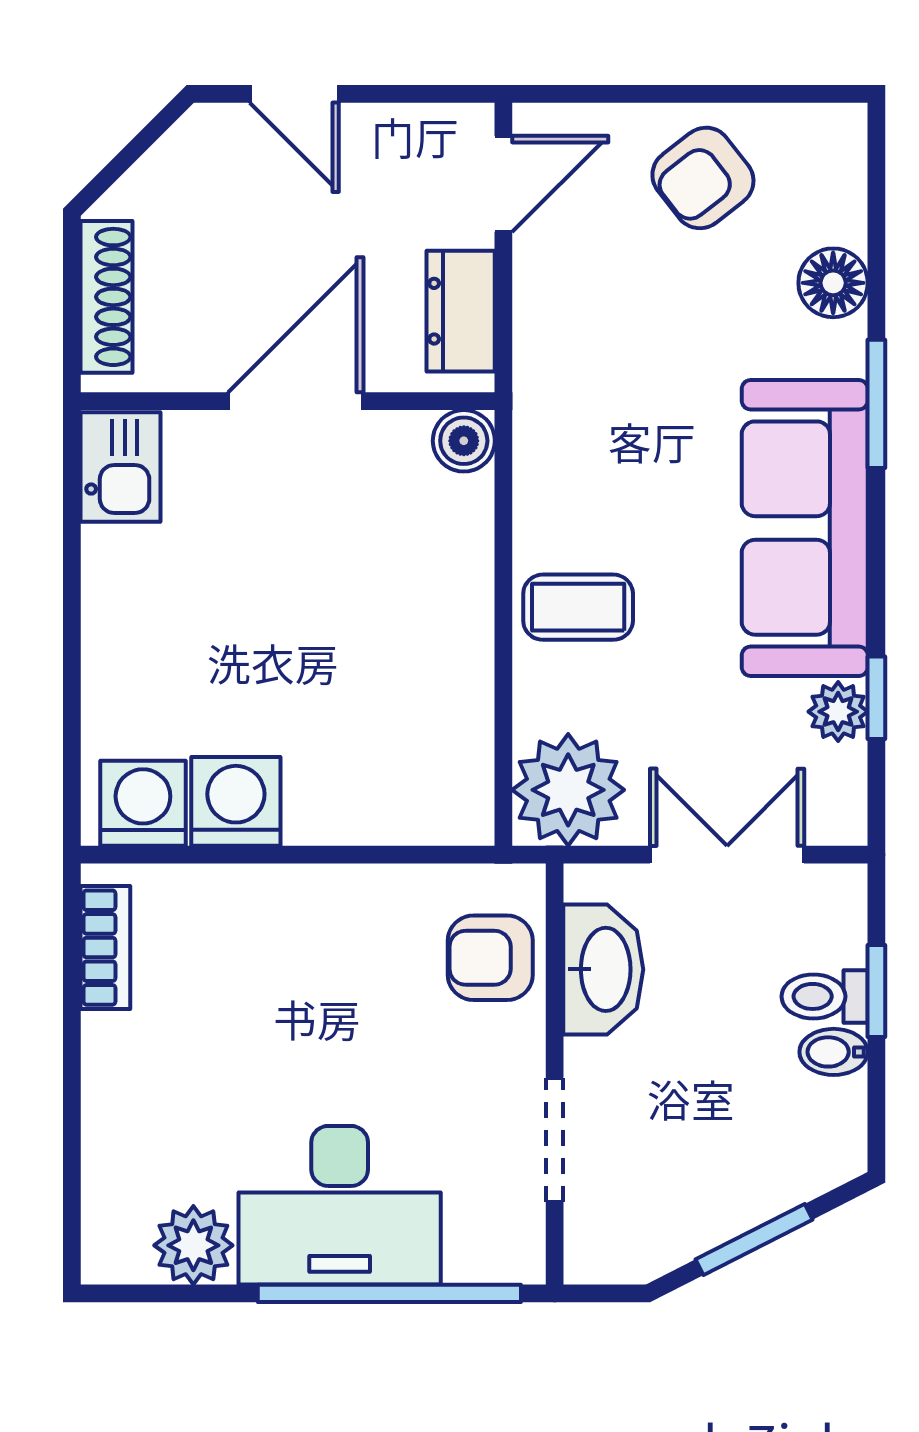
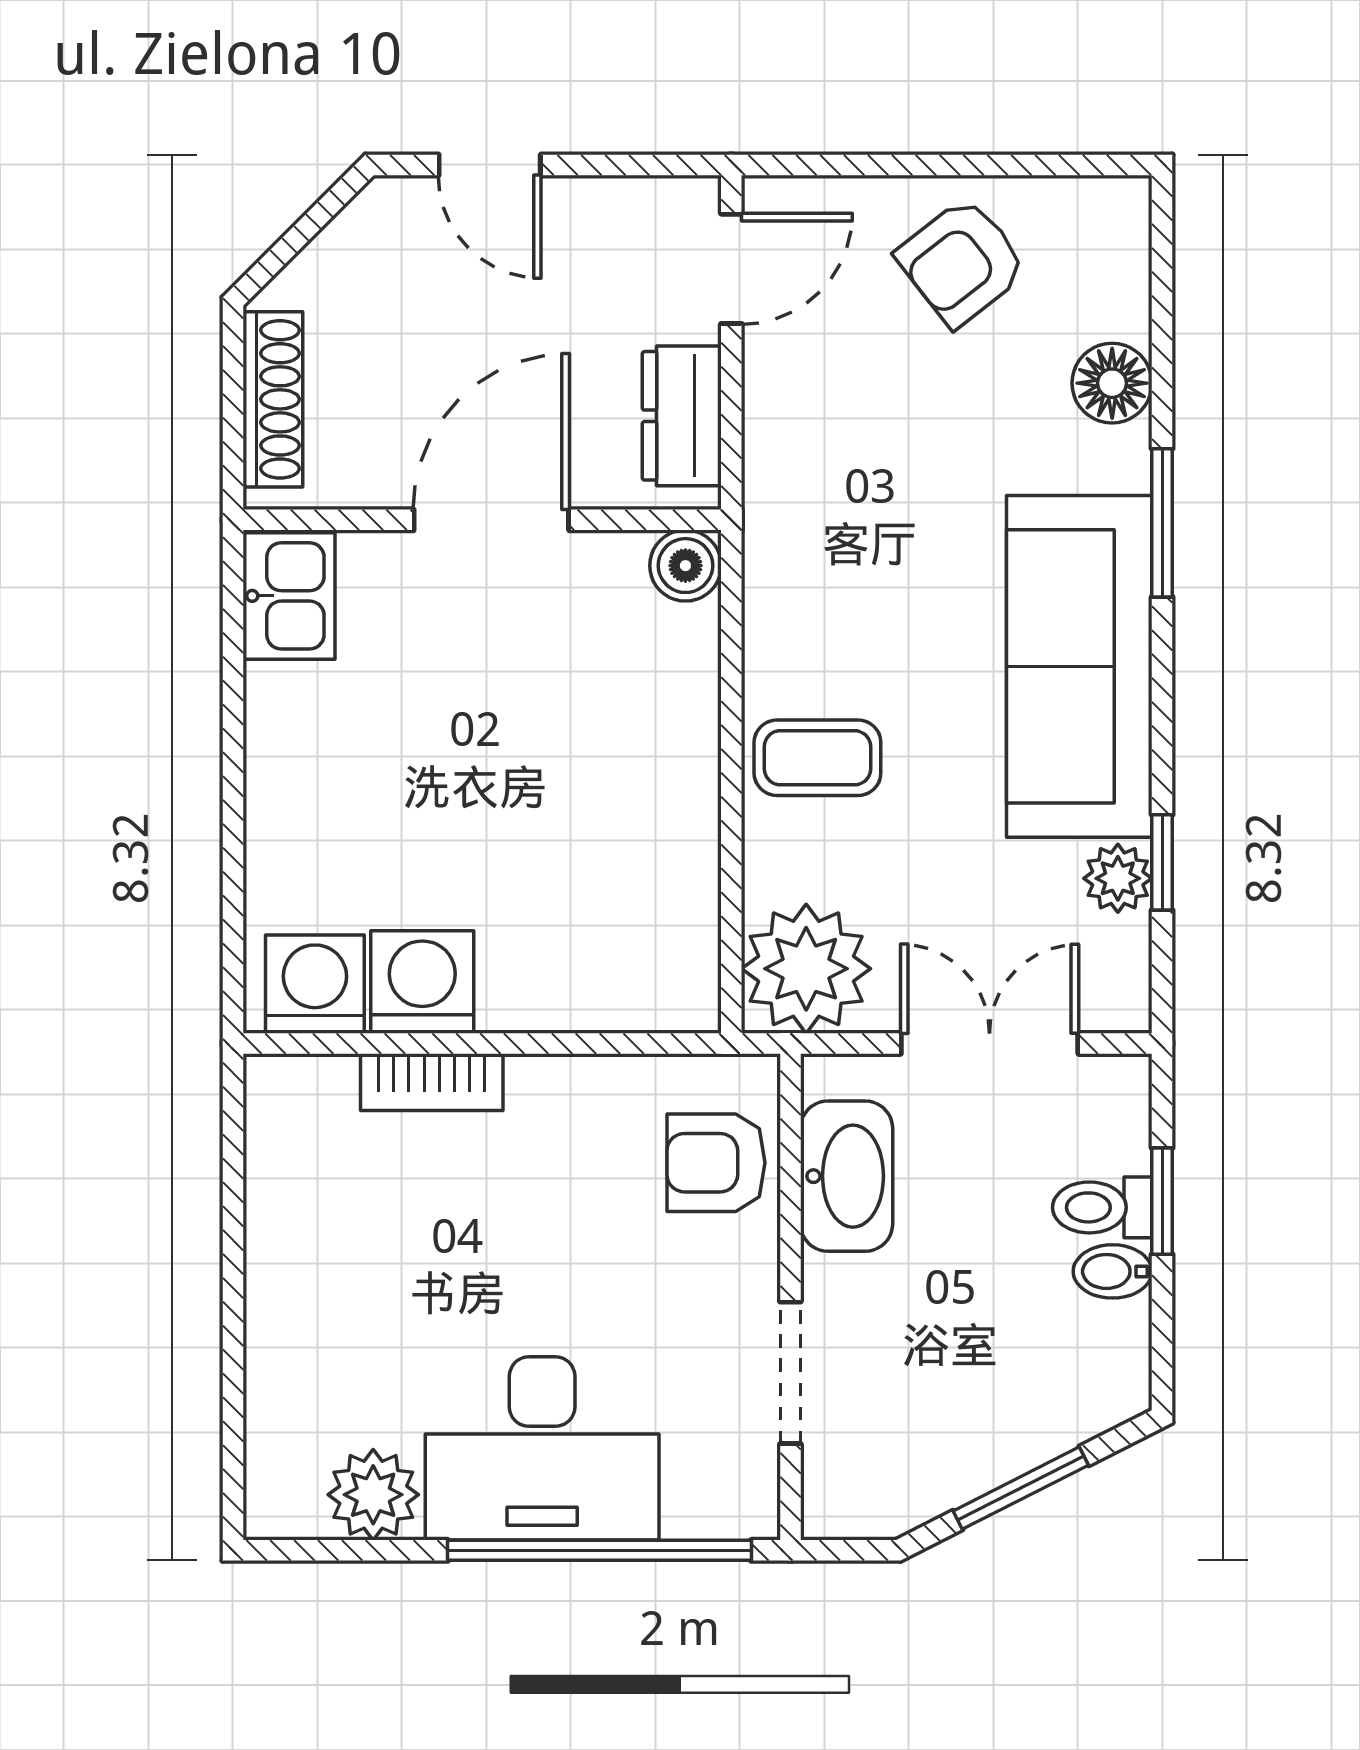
bookcase: (105, 948) -> (432, 1082), moved, turned 90

